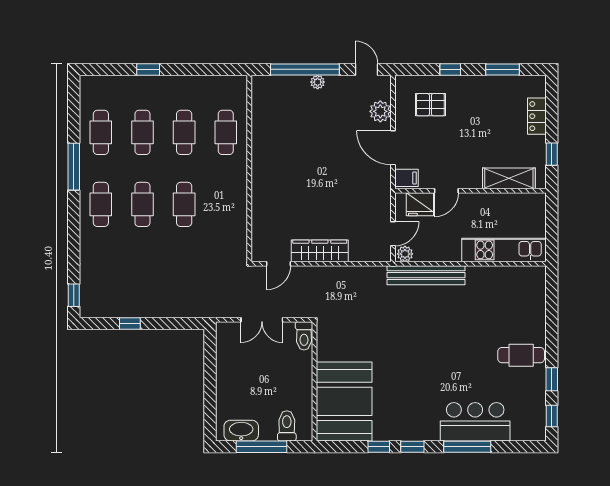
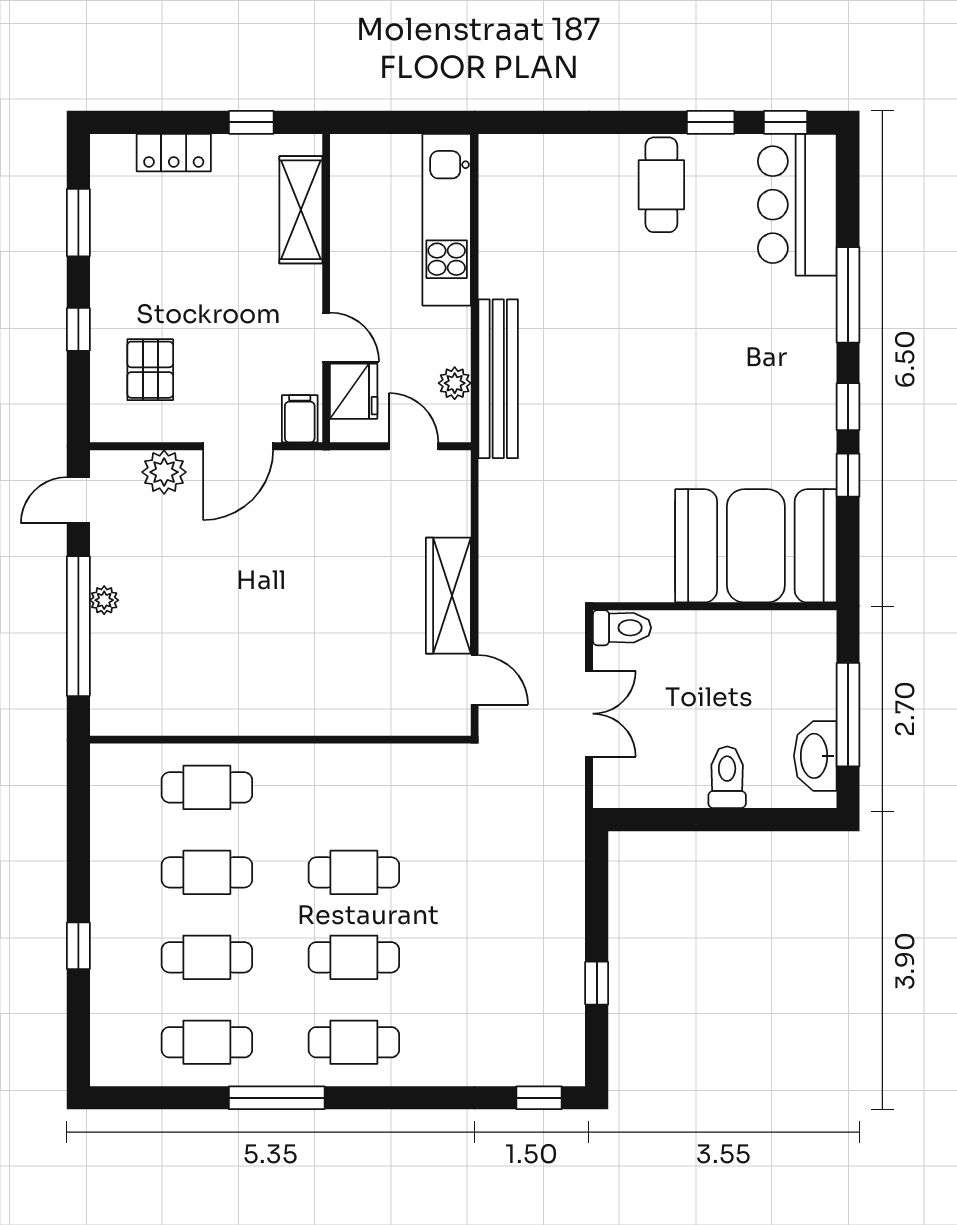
plant: (405, 254) -> (455, 383), moved
bar counter: (475, 422) -> (797, 205), moved
toilet: (287, 426) -> (727, 777), moved, turned 90

